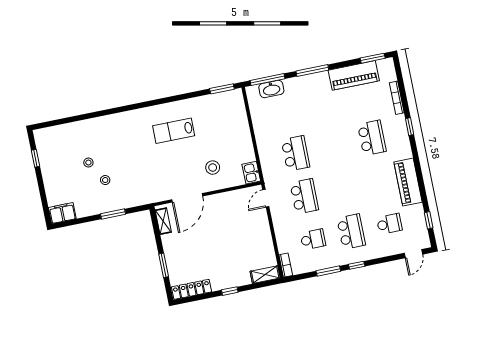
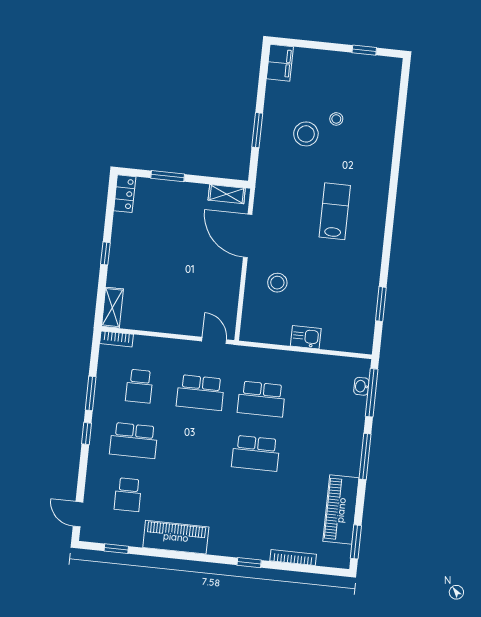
window: (222, 89) -> (381, 304), moved
washbasin: (271, 89) -> (361, 386), width x0.52, depth x0.69
lab bench: (174, 131) -> (335, 211), moved
school desk: (372, 138) -> (256, 453), moved
kitchen sink: (251, 173) -> (306, 337), moved
stool: (105, 180) -> (306, 134), width x1.89, depth x1.89
locker: (192, 289) -> (125, 194), width x0.66

